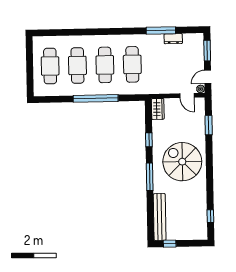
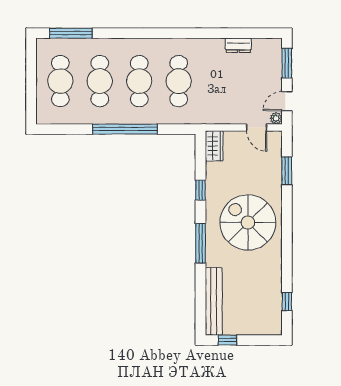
window: (161, 31) -> (71, 33), moved

